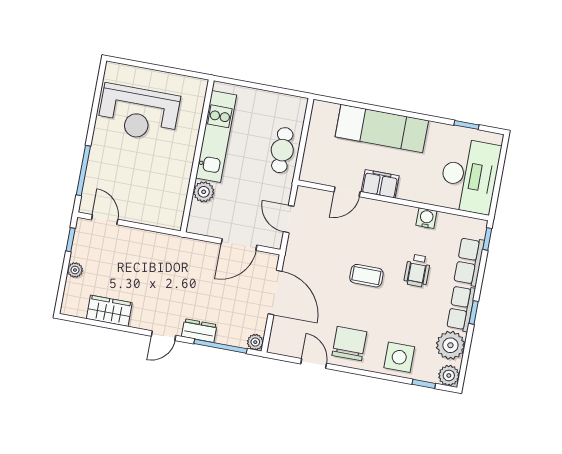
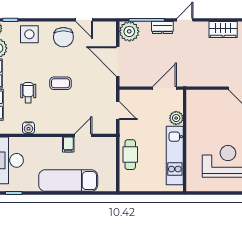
filing cabinet: (380, 184) -> (68, 144), width x0.50
door: (239, 245) -> (165, 88), moved
plant: (255, 342) -> (129, 31), width x1.87, depth x1.87

